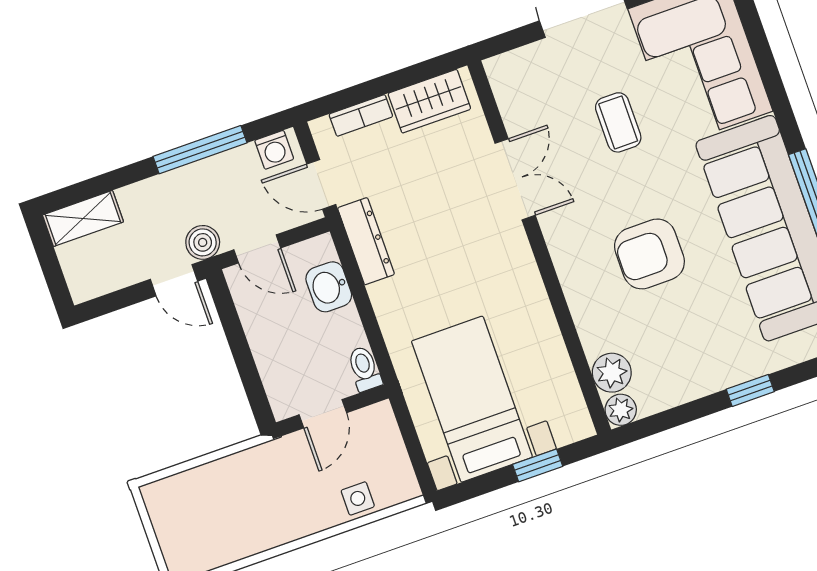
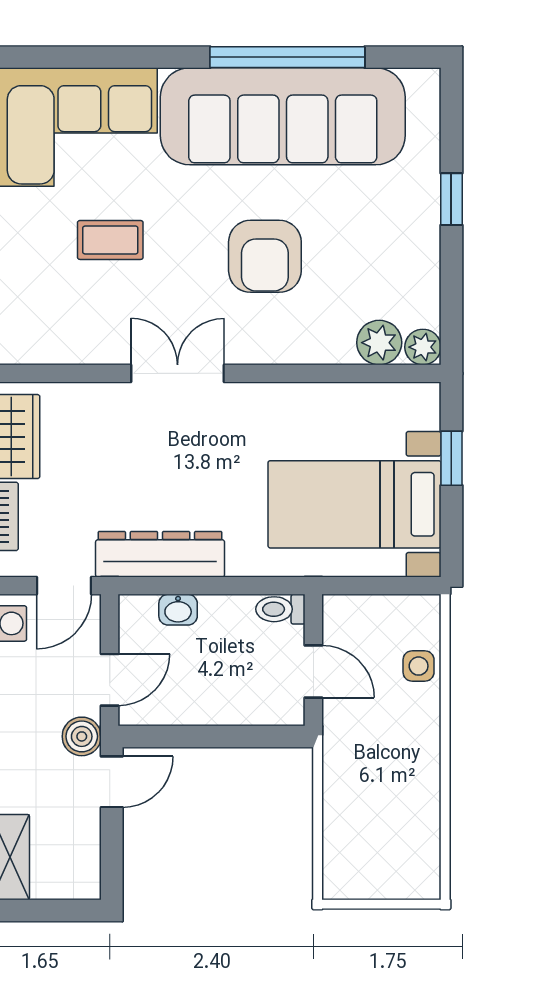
double door: (515, 179) -> (178, 373), moved
dresser: (366, 241) -> (160, 554), width x1.37, depth x1.24
washbasin: (329, 287) -> (178, 610), width x0.72, depth x0.69

